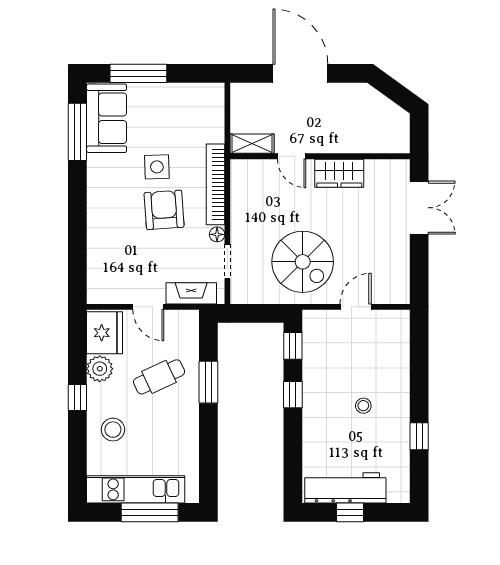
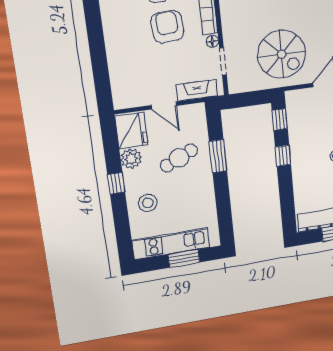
window: (150, 512) -> (184, 258), width x0.69

